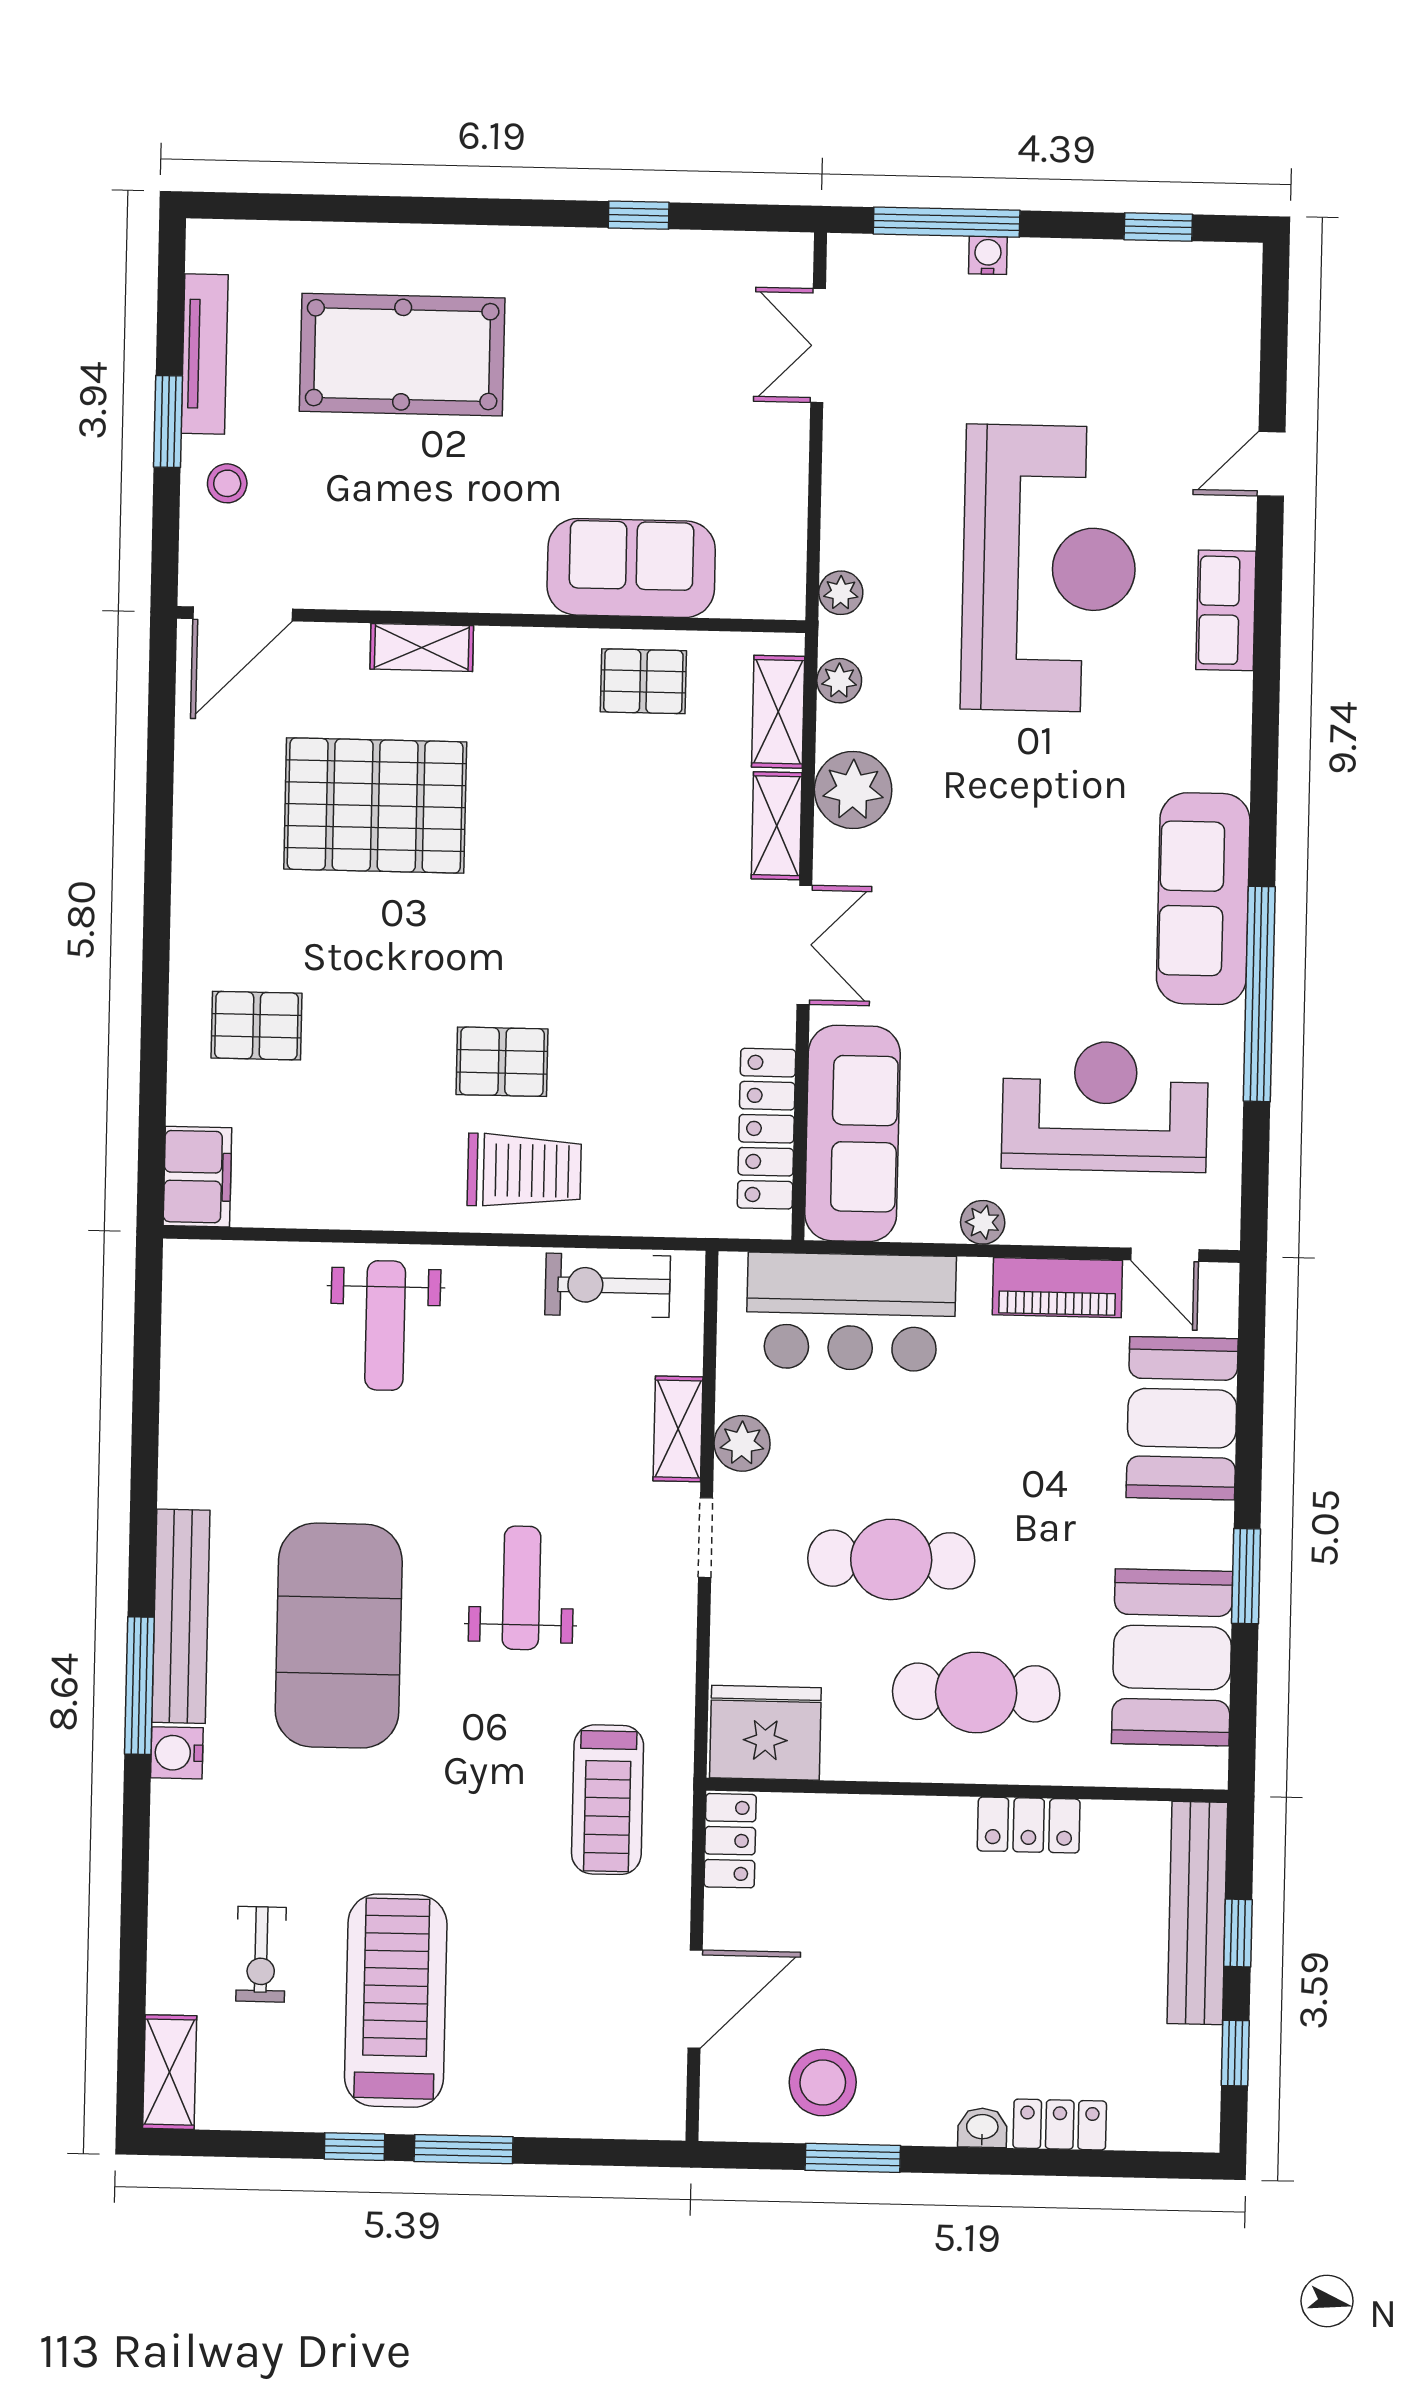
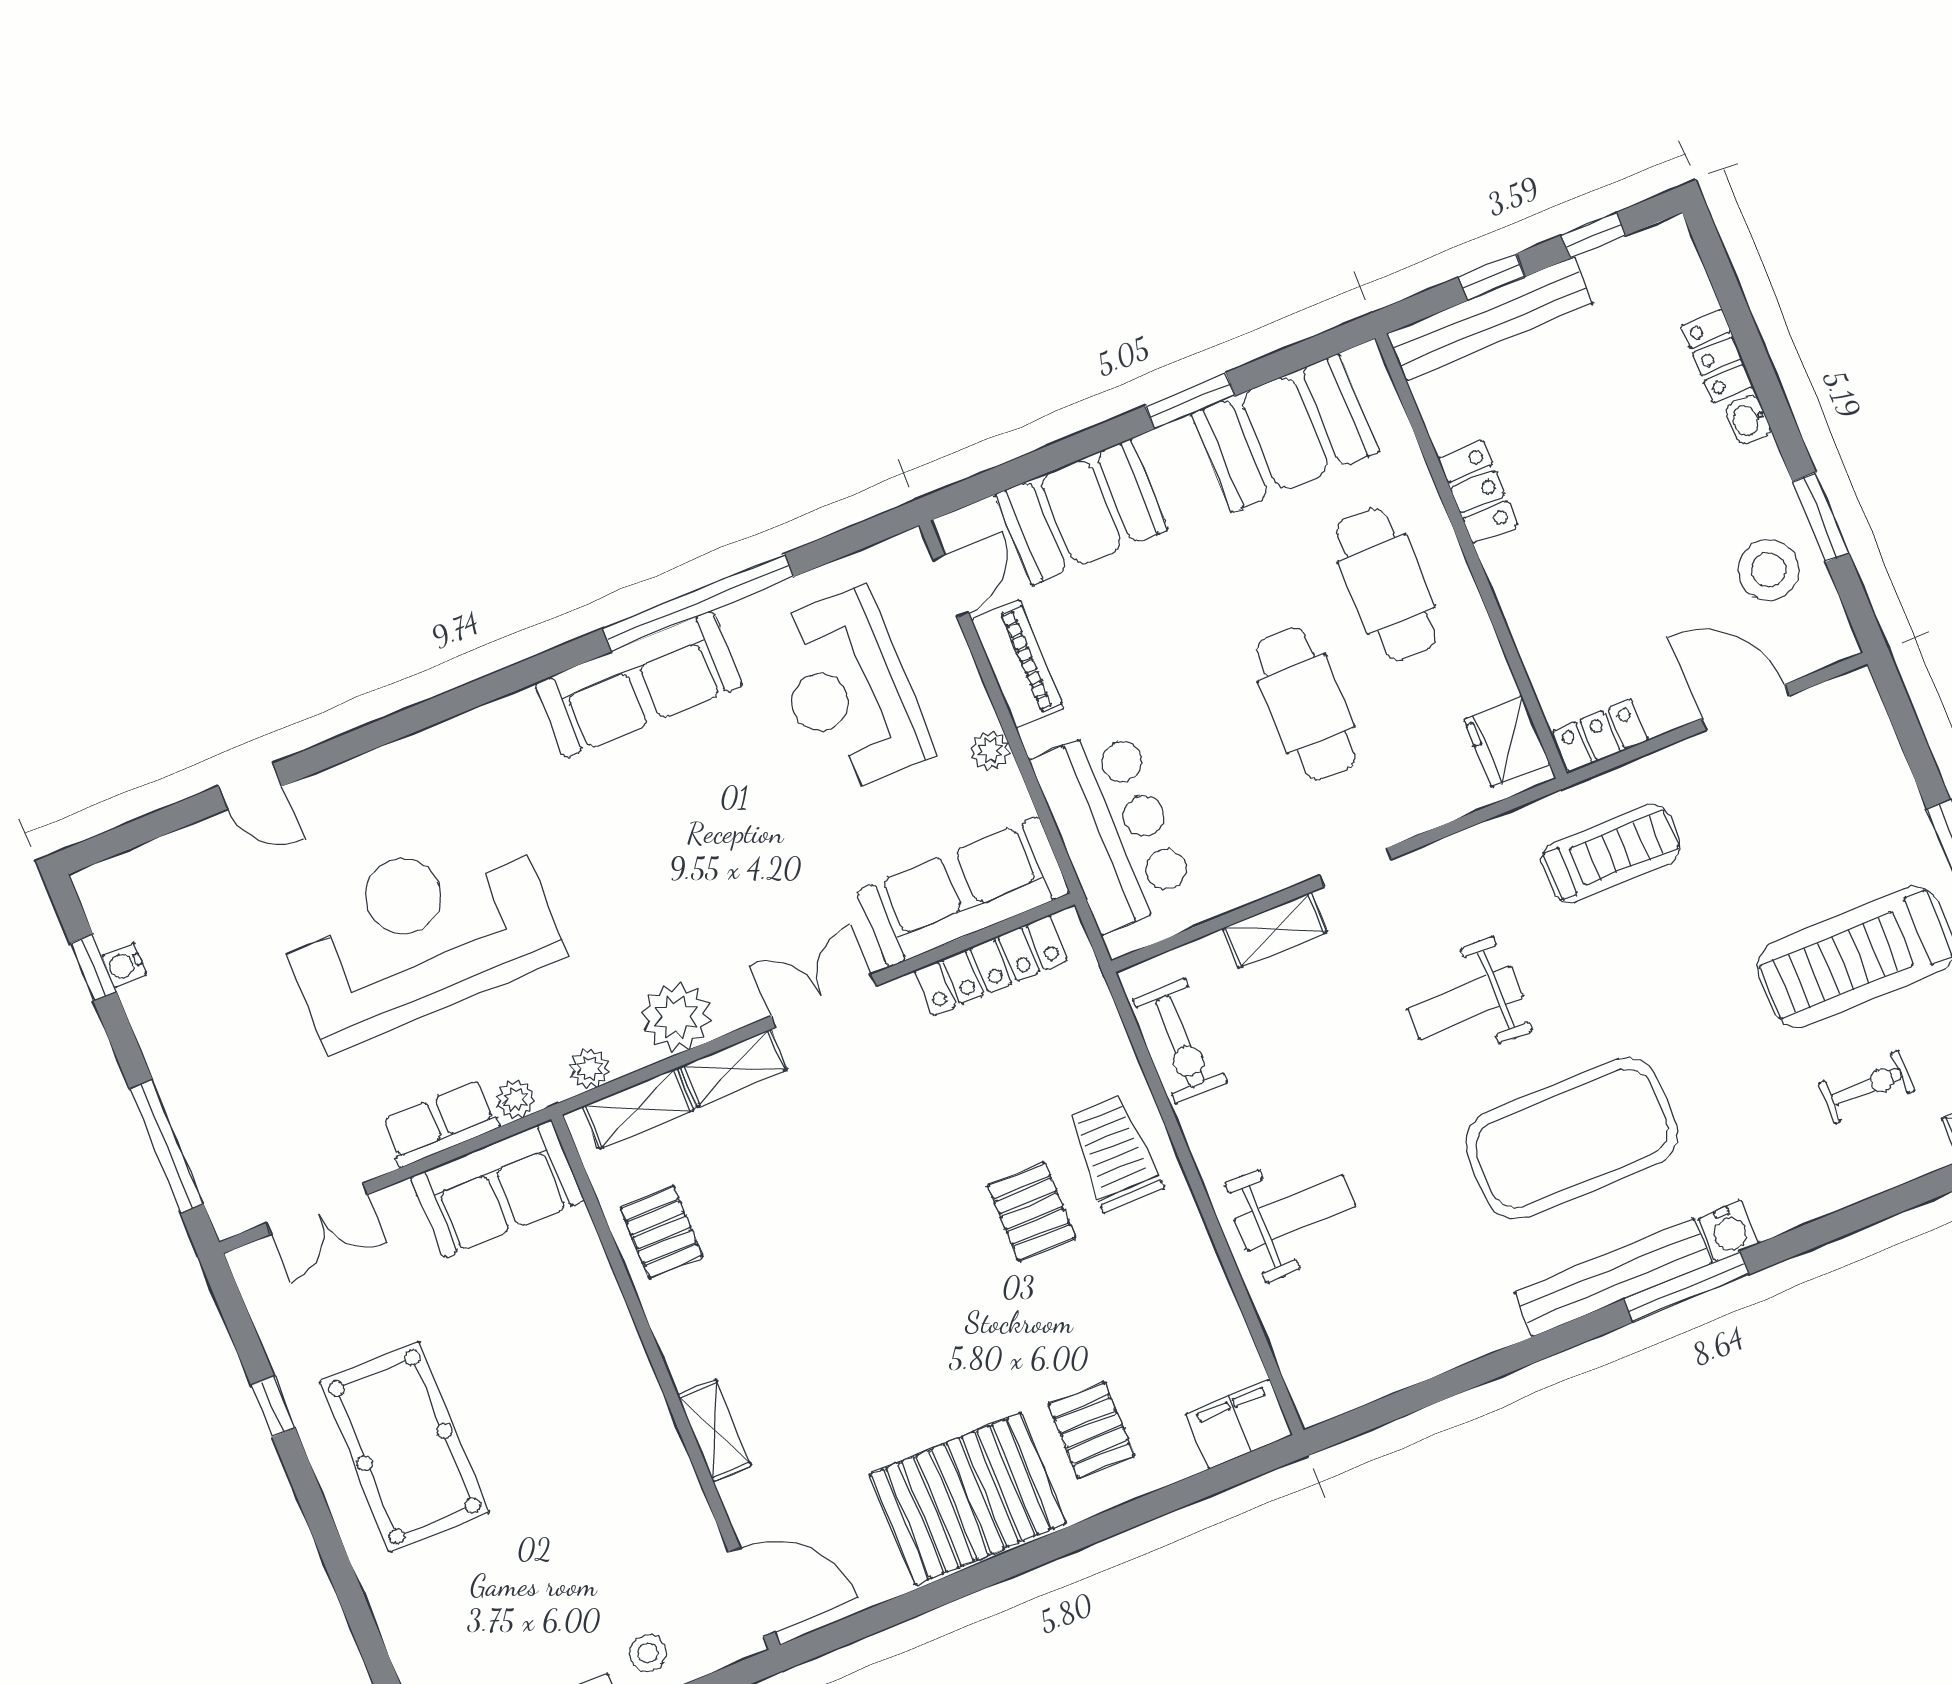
water cooler: (988, 255) -> (124, 965), moved
pool table: (402, 355) -> (405, 1447), moved
sofa: (631, 568) -> (497, 1189), moved, turned -90
row of seats: (1226, 610) -> (440, 1124), moved, turned 180
pallet: (375, 805) -> (968, 1499), moved, turned 90
plant: (742, 1443) -> (1263, 871), removed
fridge: (765, 1733) -> (1507, 742), width x0.73, depth x0.75

